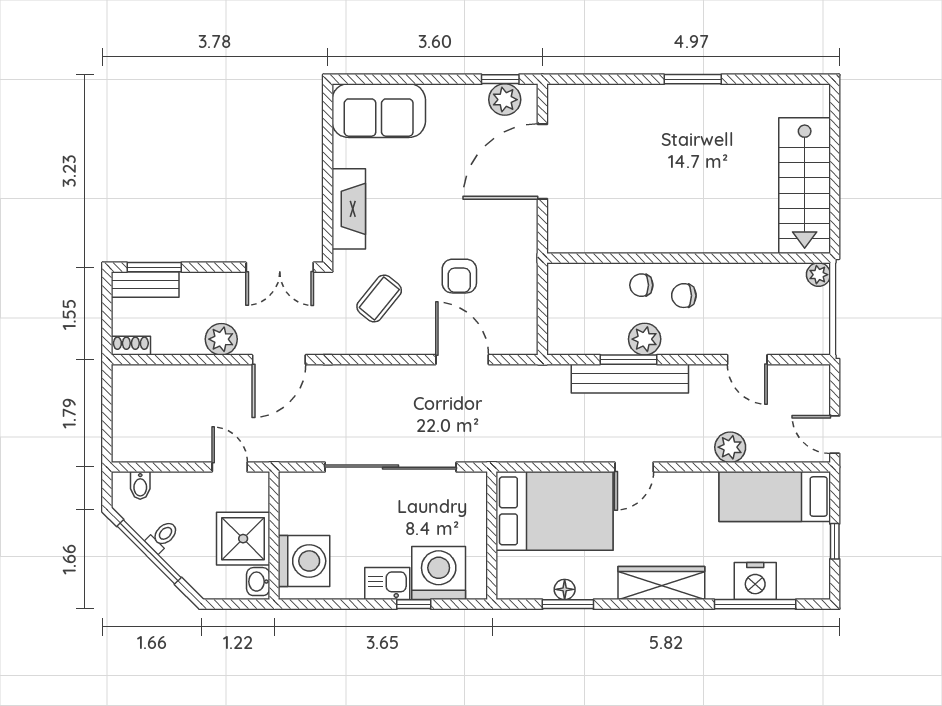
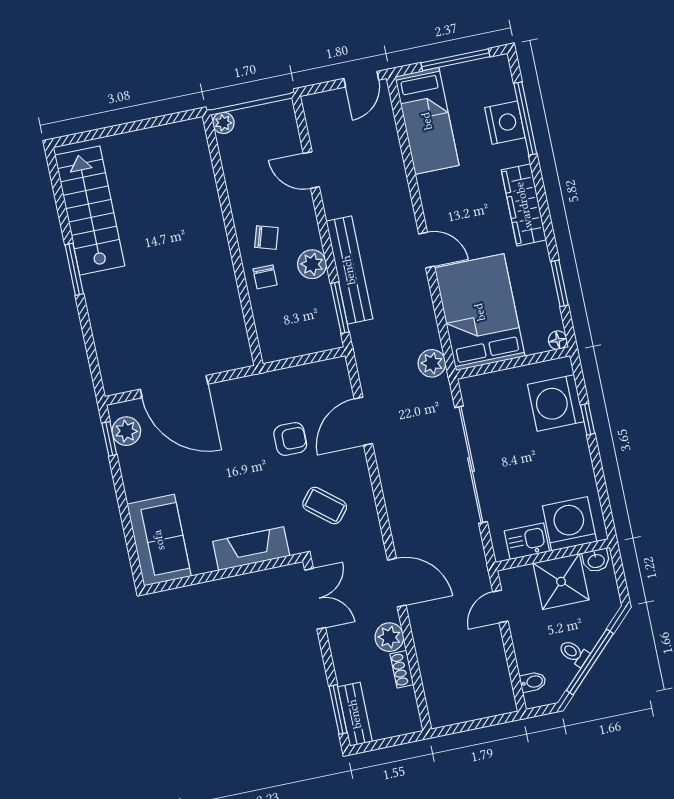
stairs: (805, 186) -> (90, 211), moved, turned -90
chair: (684, 296) -> (266, 238), turned -73
shoe rack: (131, 346) -> (402, 669), moved
window: (628, 360) -> (340, 308), moved
door: (747, 360) -> (311, 170), swing flipped
plant: (730, 447) -> (432, 363), moved
window: (835, 541) -> (455, 60), width x2.17
kitchen sink: (387, 584) -> (527, 541), moved, turned 90
floor lamp: (565, 589) -> (558, 340), moved

